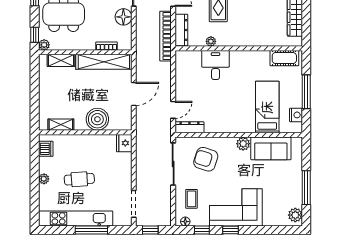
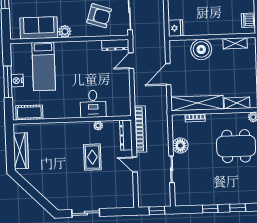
nightstand: (296, 115) -> (17, 81), moved

